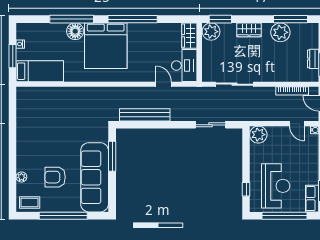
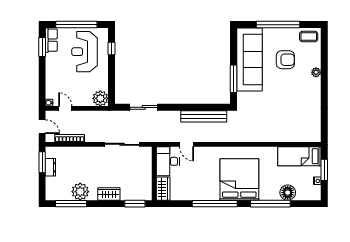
floor lamp: (75, 31) -> (288, 193), moved
plant: (211, 32) -> (143, 192), removed
plant: (21, 177) -> (316, 72), moved

